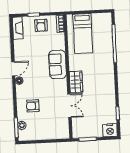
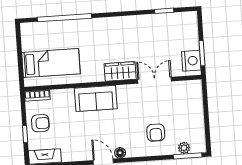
nightstand: (110, 130) -> (191, 61), moved

